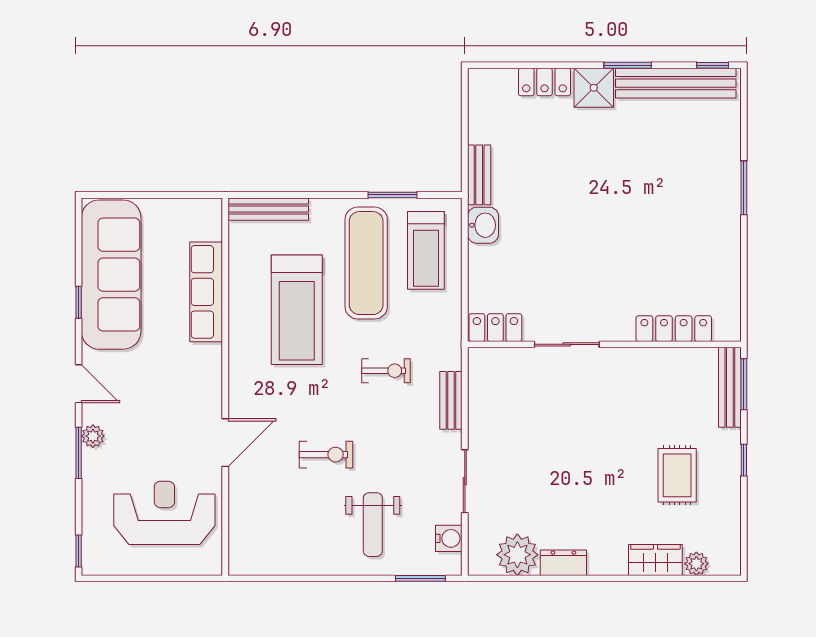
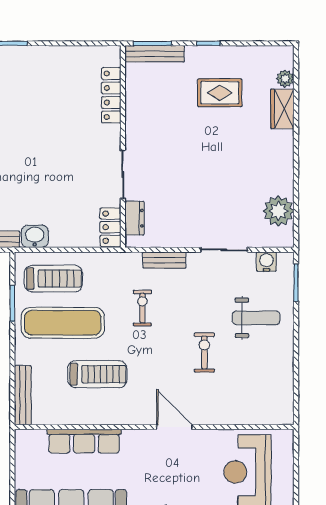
treadmill: (297, 310) -> (97, 374), width x0.73, depth x0.73
door: (225, 443) -> (174, 427), moved
dresser: (563, 563) -> (135, 218), moved, turned 180

